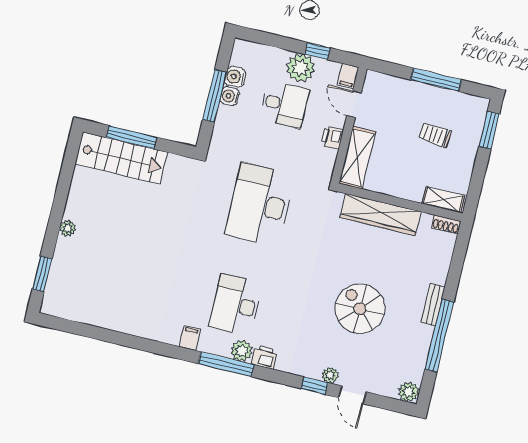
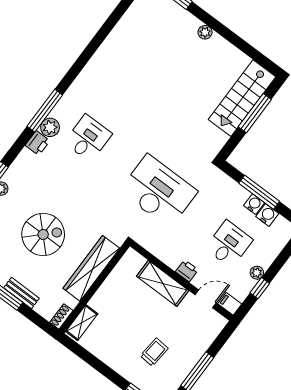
plant: (301, 68) -> (257, 273), width x0.53, depth x0.53
desk: (284, 105) -> (229, 244), turned 180
shelving: (443, 200) -> (82, 323), moved
wall: (400, 202) -> (94, 288), moved
wardrobe: (380, 215) -> (91, 268), moved
shoe rack: (446, 224) -> (61, 316), moved
desk: (236, 305) -> (88, 138), width x0.73
filing cabinet: (190, 338) -> (78, 91), removed

